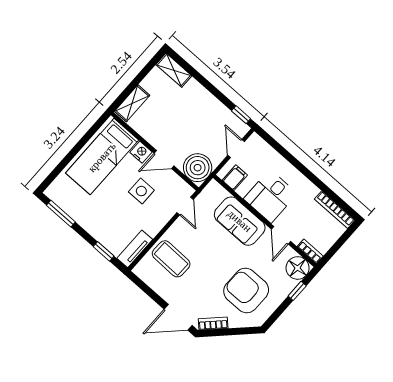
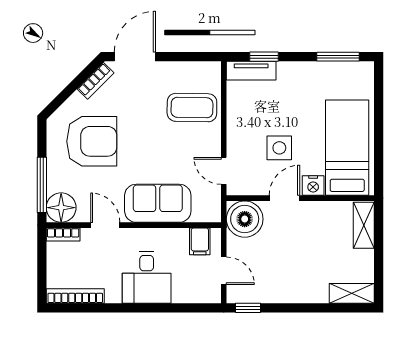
desk: (270, 196) -> (147, 277), moved, turned 180
tv unit: (135, 249) -> (251, 71), moved, turned 90
window: (297, 291) -> (42, 185), width x2.17

